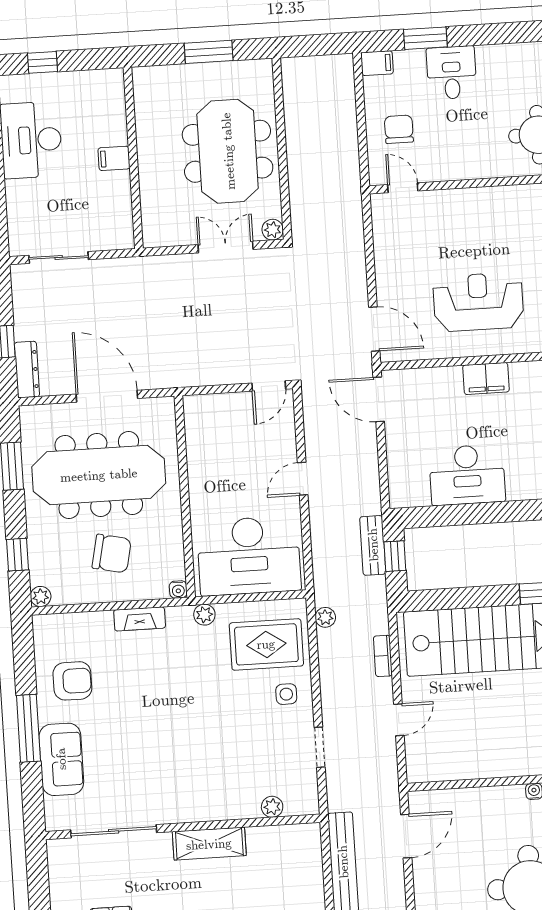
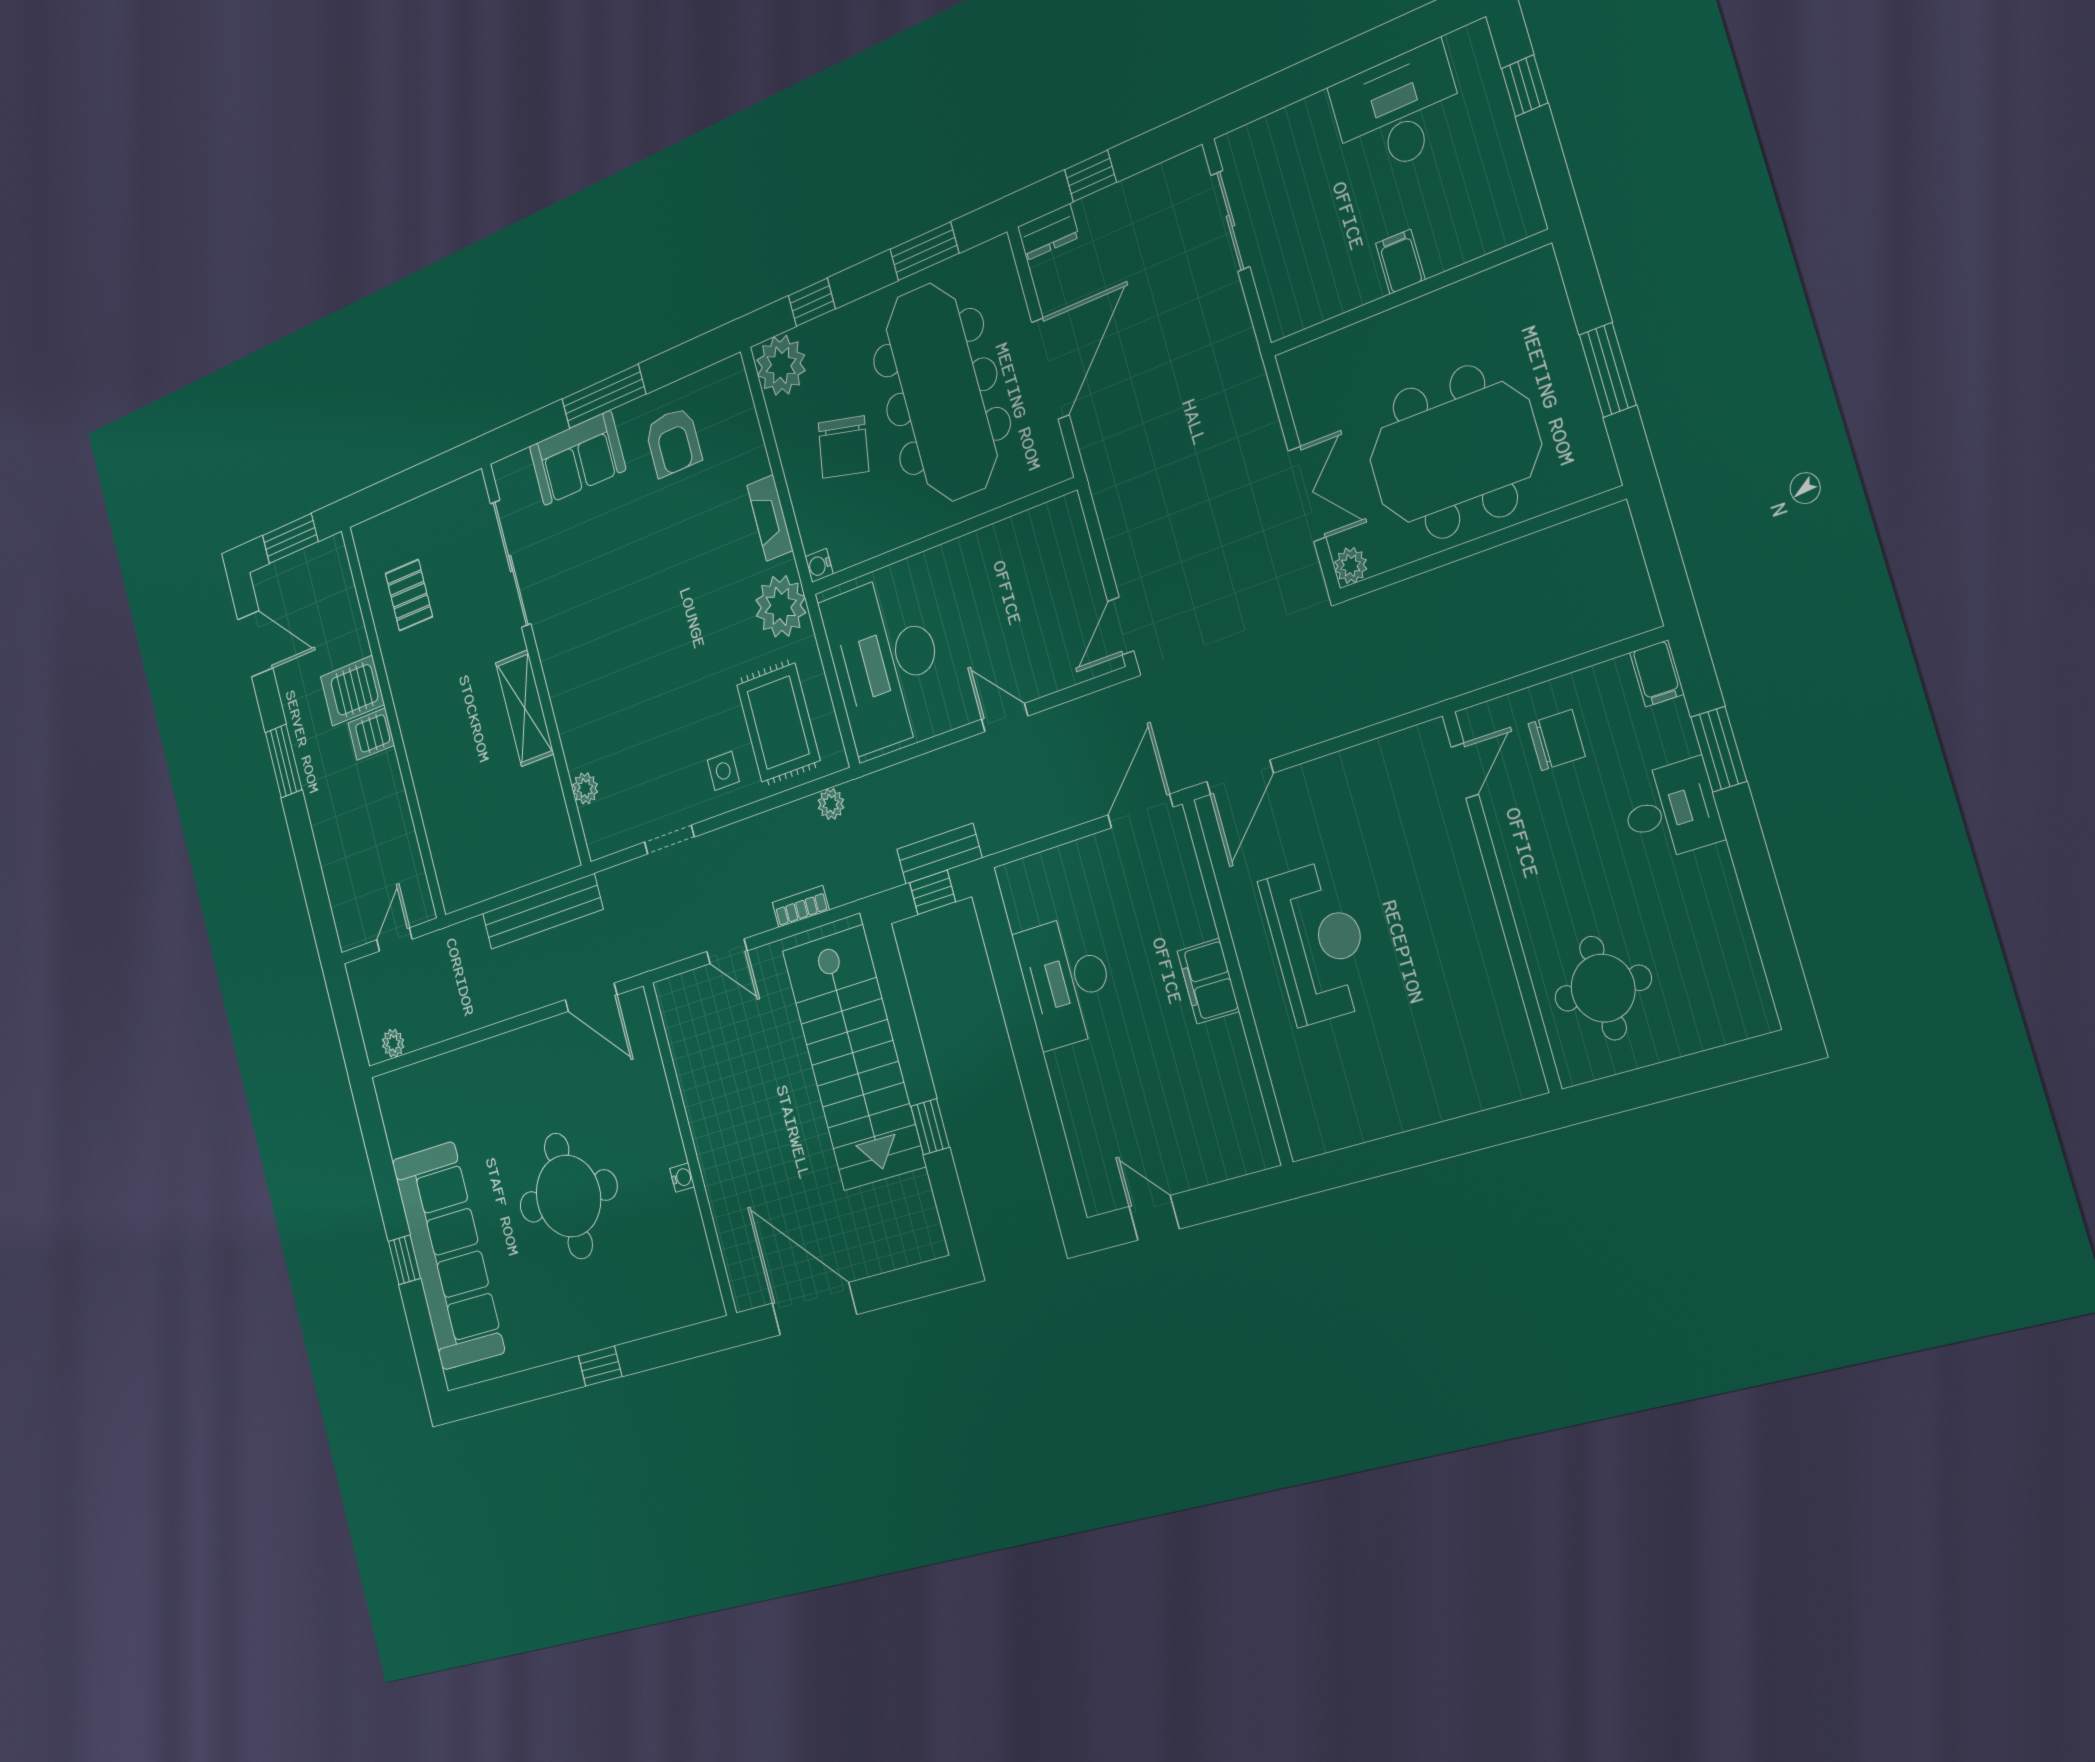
dresser: (27, 370) -> (1048, 232), width x0.70
door: (269, 386) -> (1121, 626), hinge flipped
plant: (41, 596) -> (781, 365), width x1.88, depth x1.88
plant: (204, 615) -> (781, 606), width x1.87, depth x1.87

